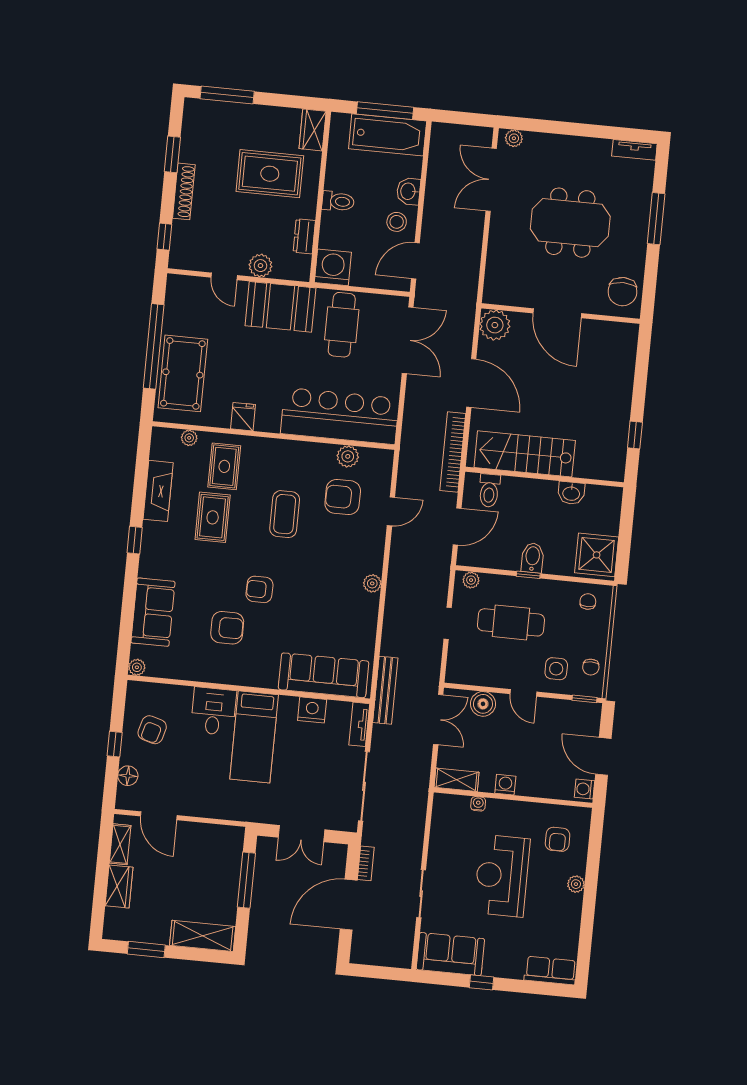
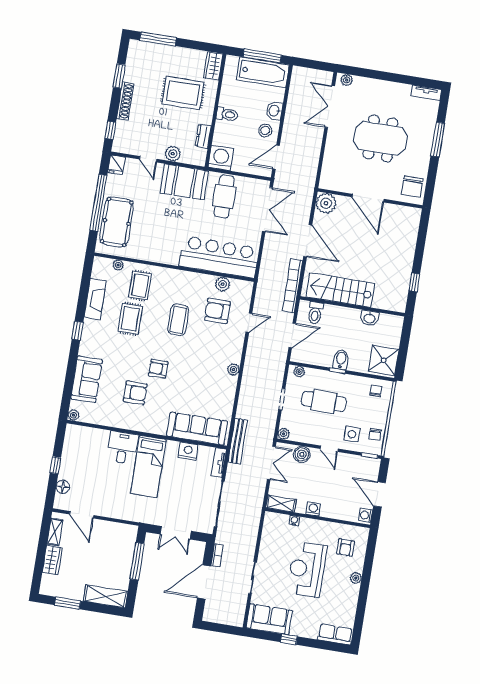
fridge: (243, 417) -> (116, 165), moved, turned 180
plant: (454, 675) -> (284, 434), added
armchair: (152, 730) -> (81, 457), removed

